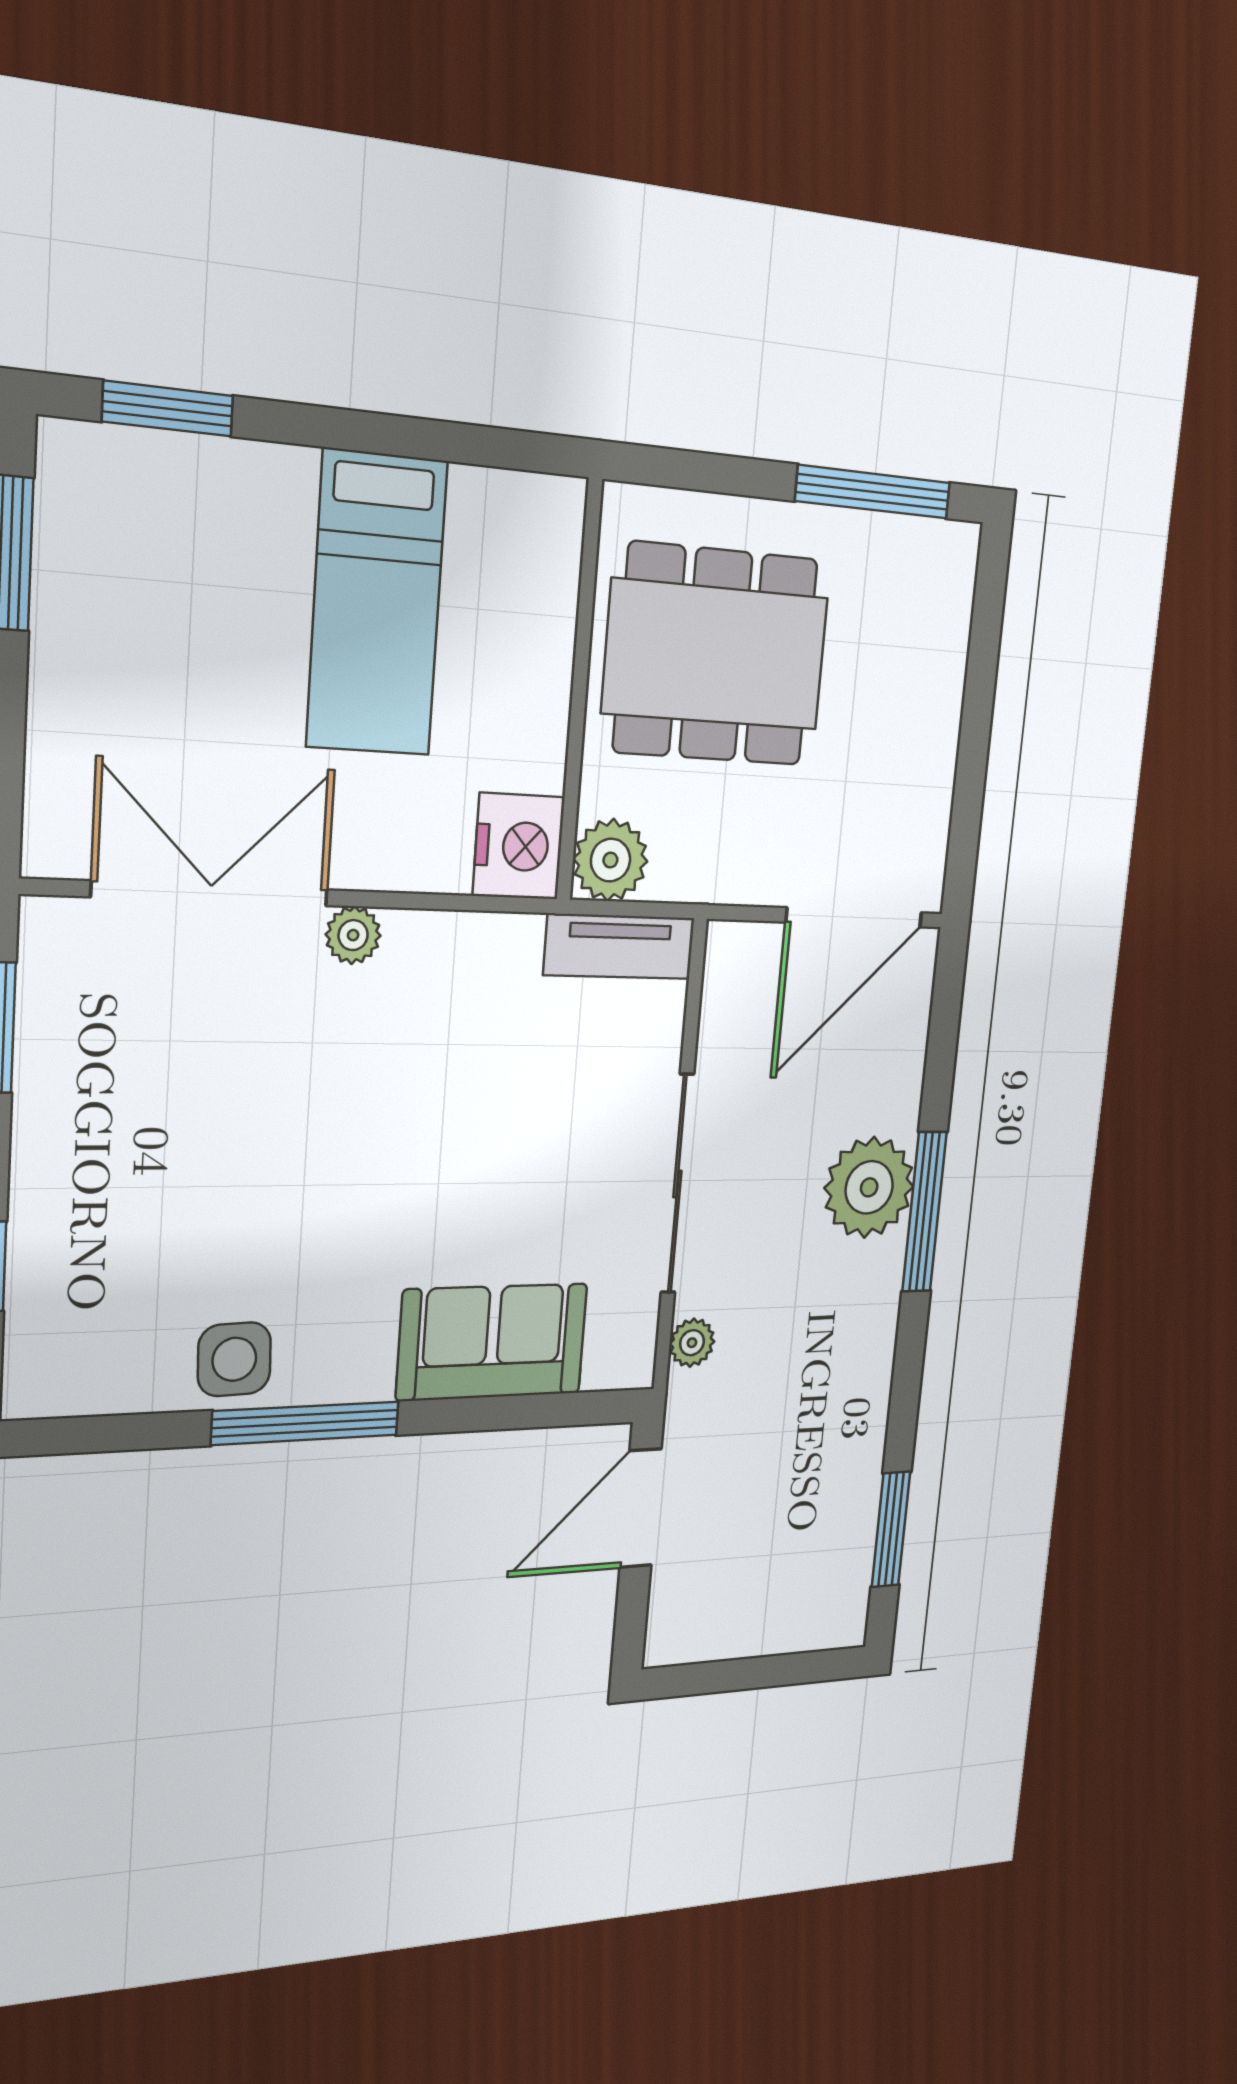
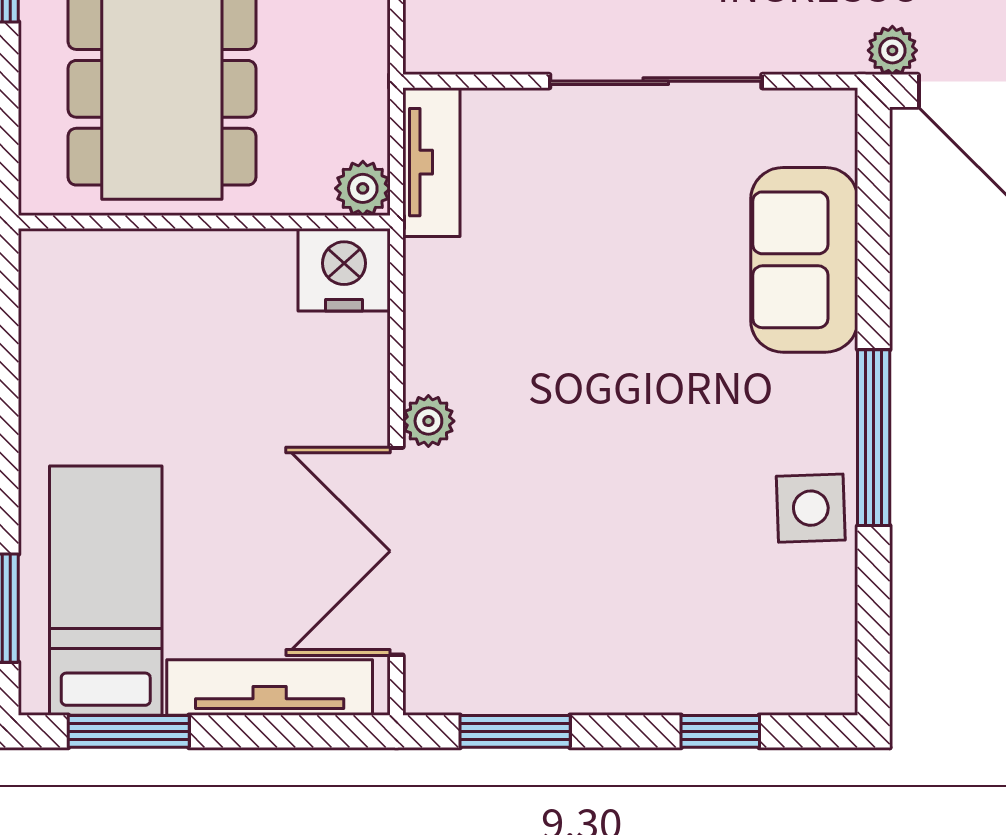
bed: (377, 604) -> (106, 591), moved, turned -90
tv unit: (58, 733) -> (270, 688), added
plant: (610, 860) -> (363, 188), width x0.73, depth x0.73
plant: (692, 1343) -> (892, 50), moved

